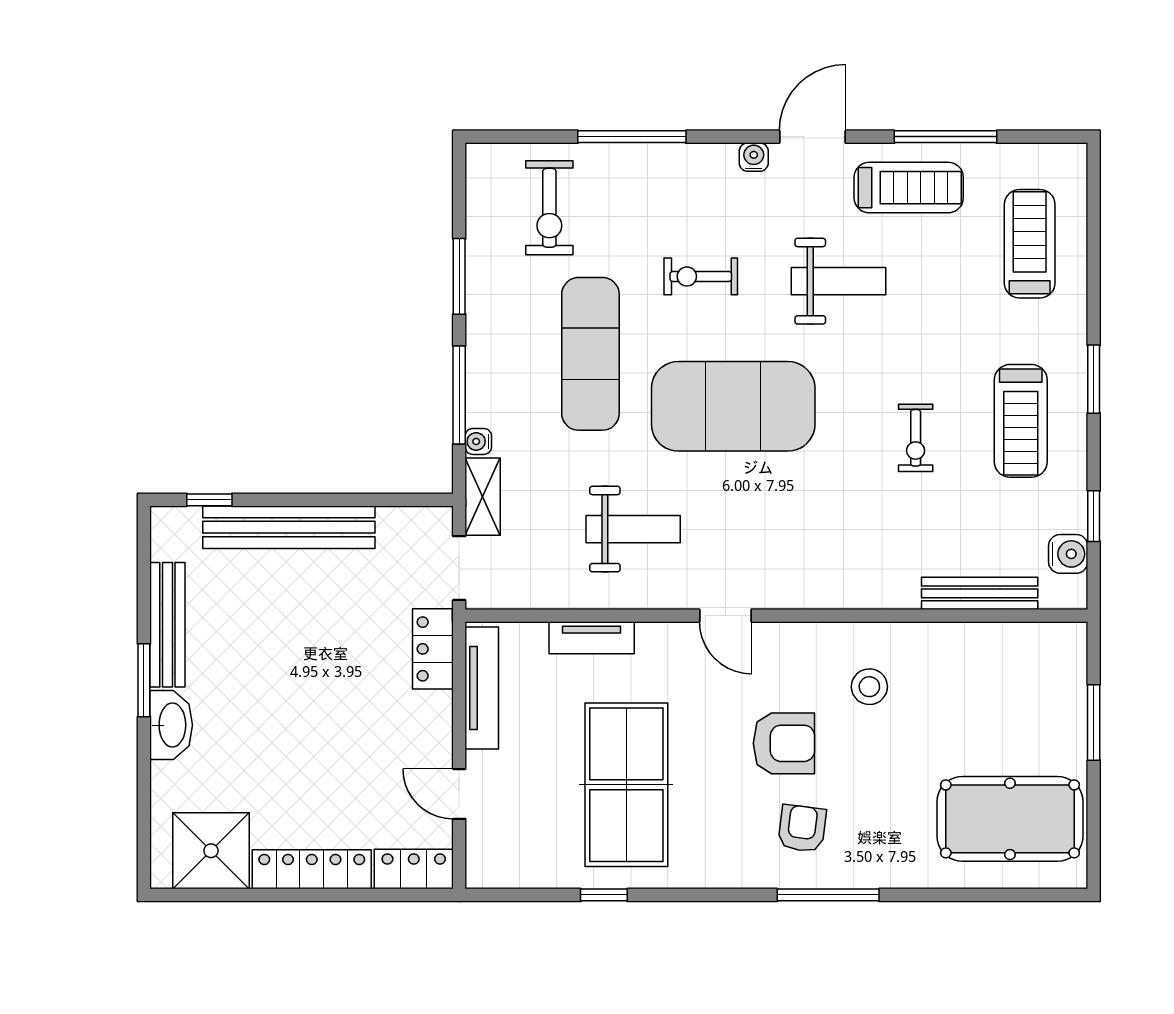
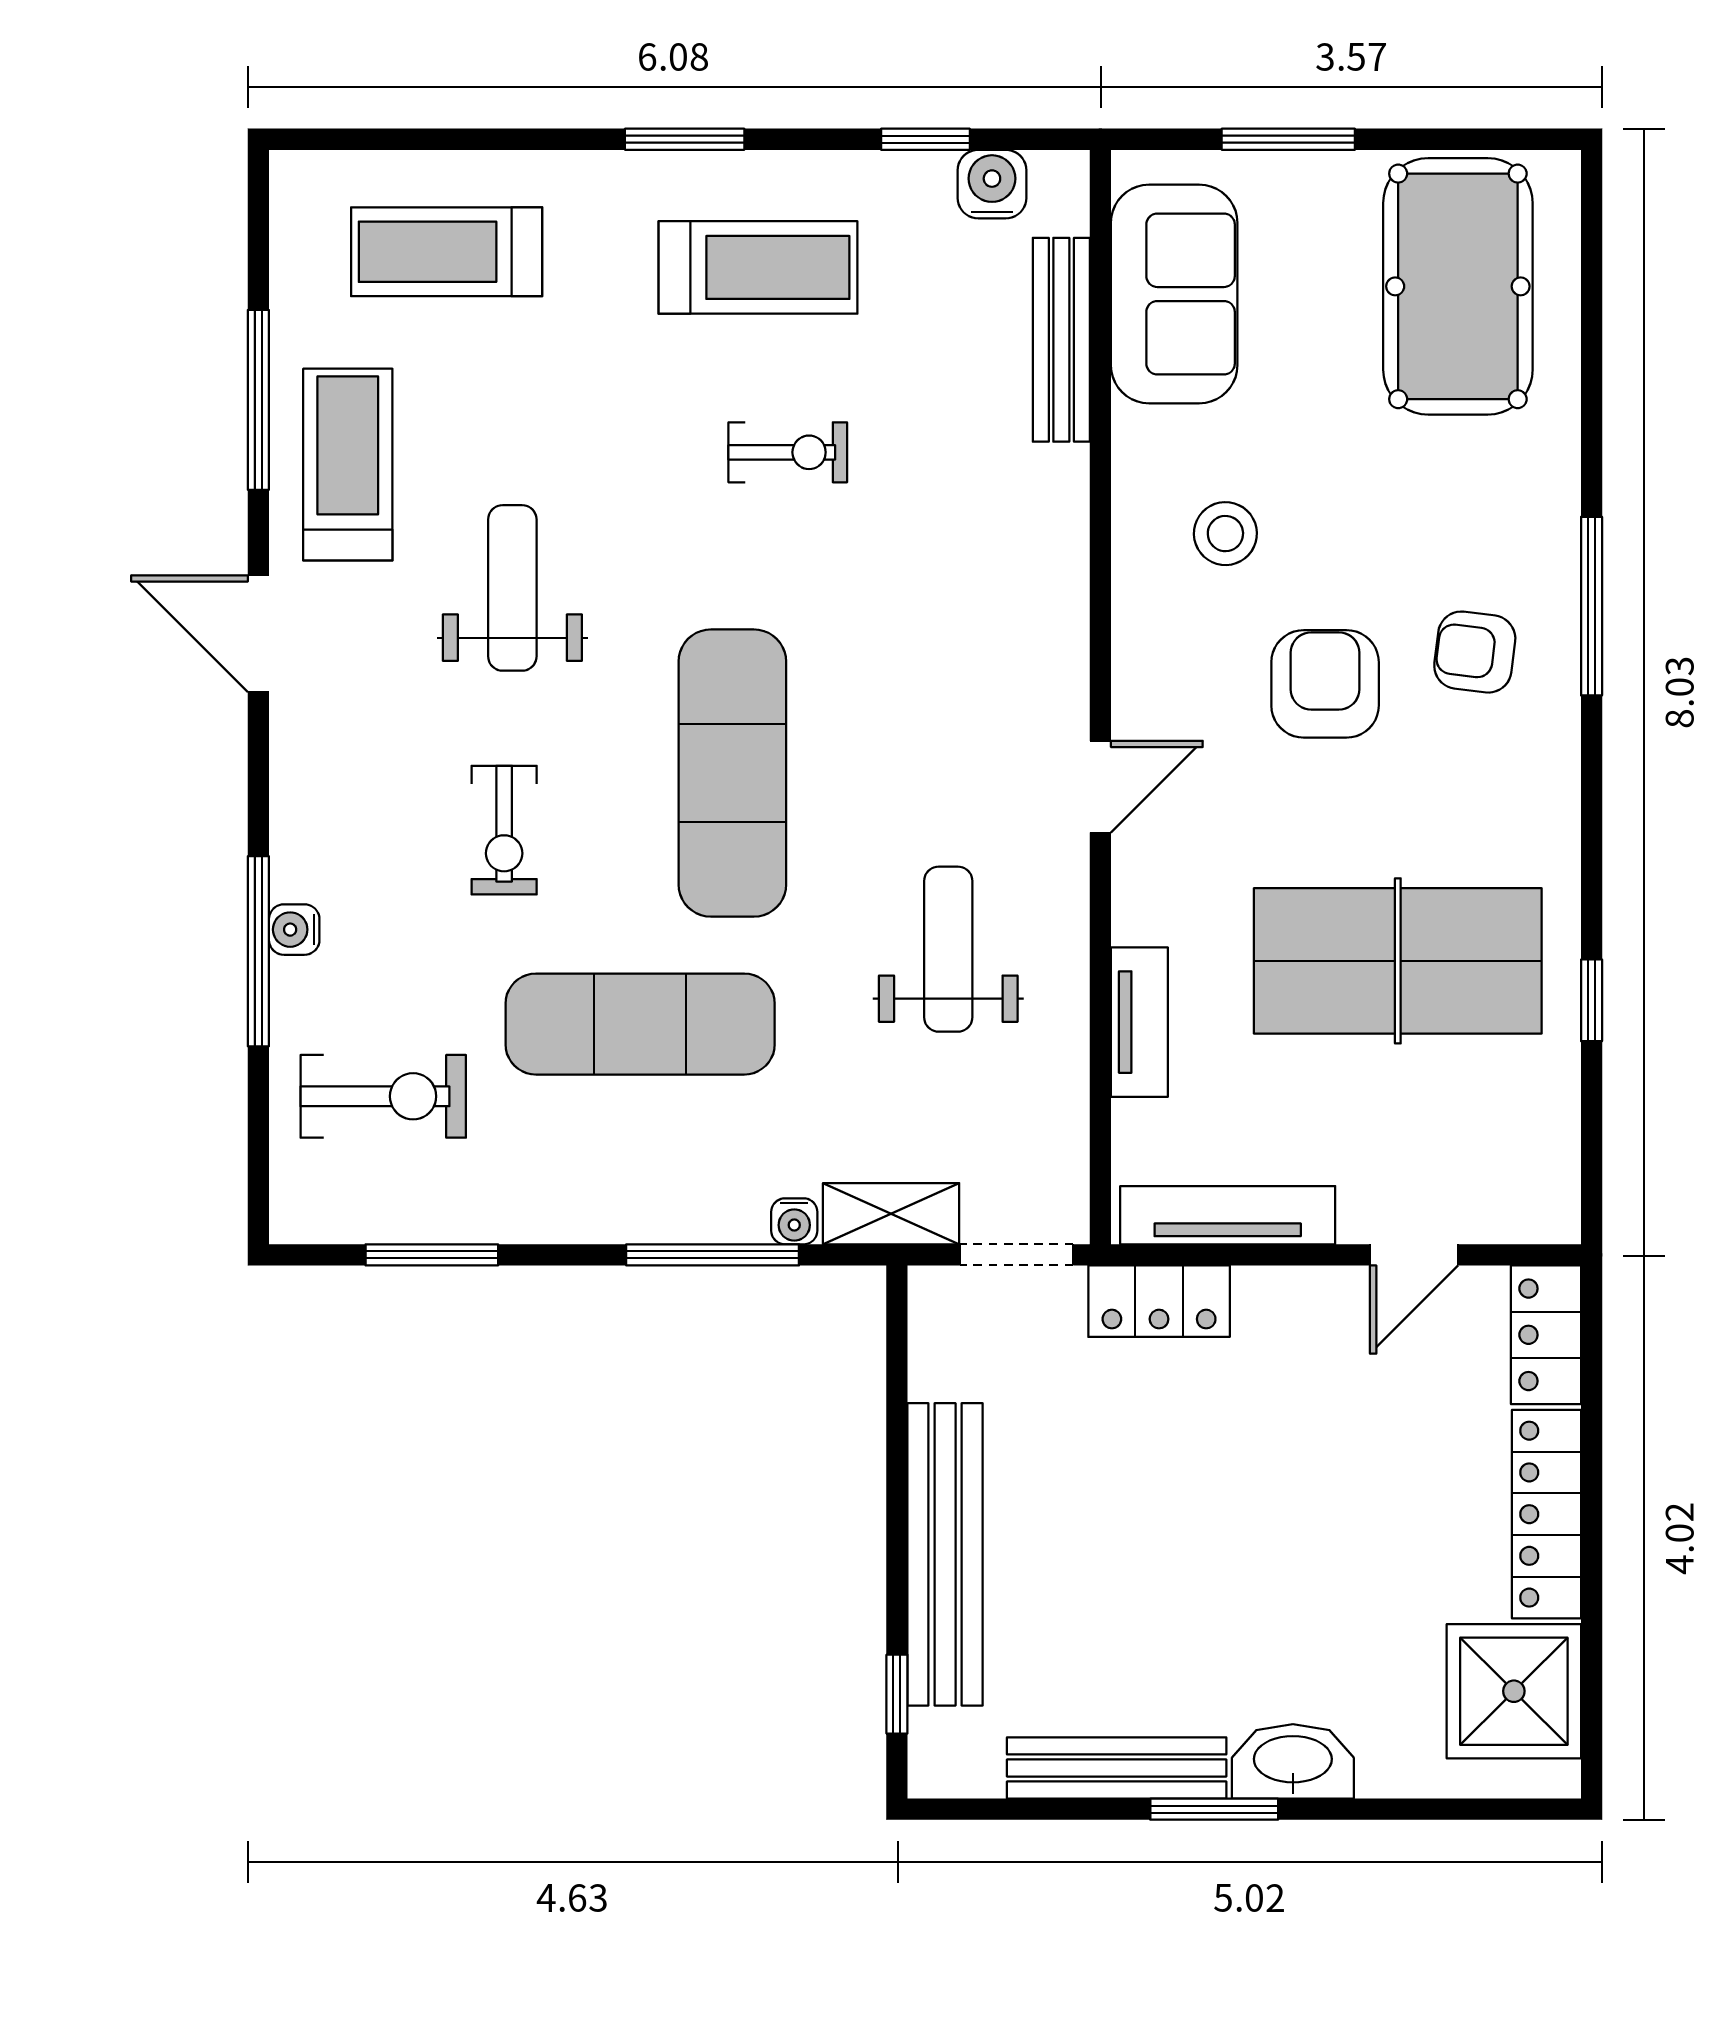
water cooler: (754, 157) -> (294, 930), moved
window: (459, 276) -> (432, 1255), moved
exercise mat: (733, 406) -> (732, 773), width x0.68
sofa: (1006, 658) -> (1174, 294), added

